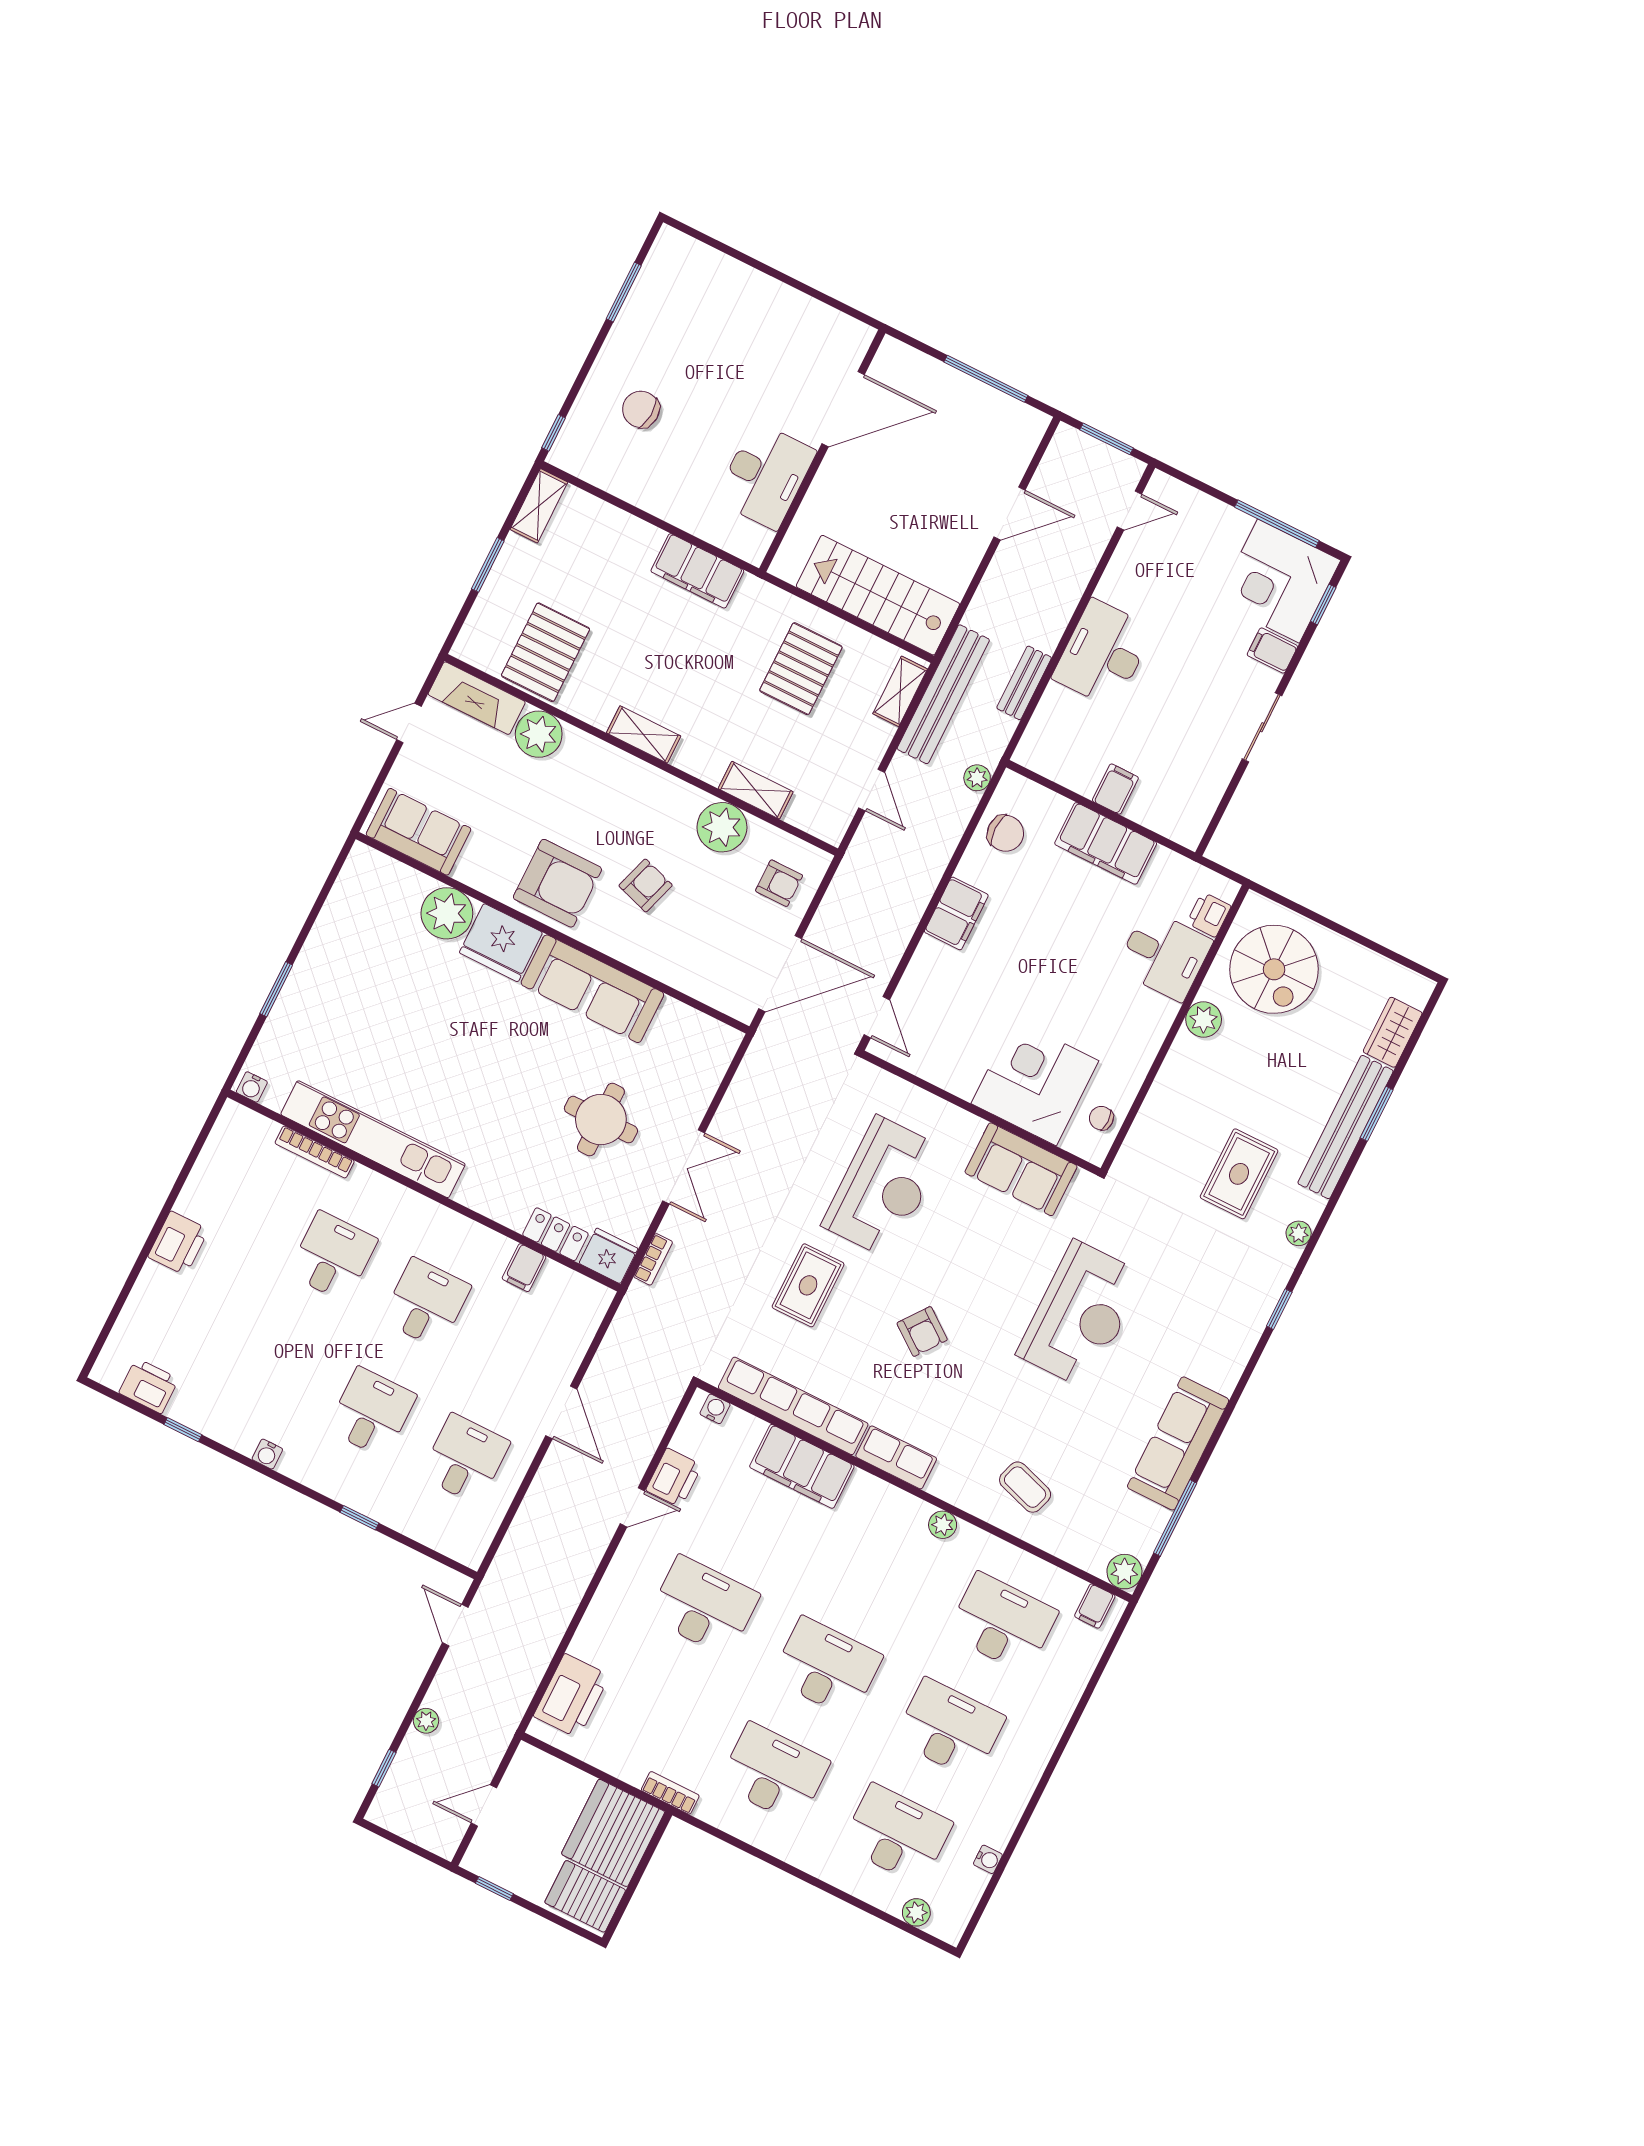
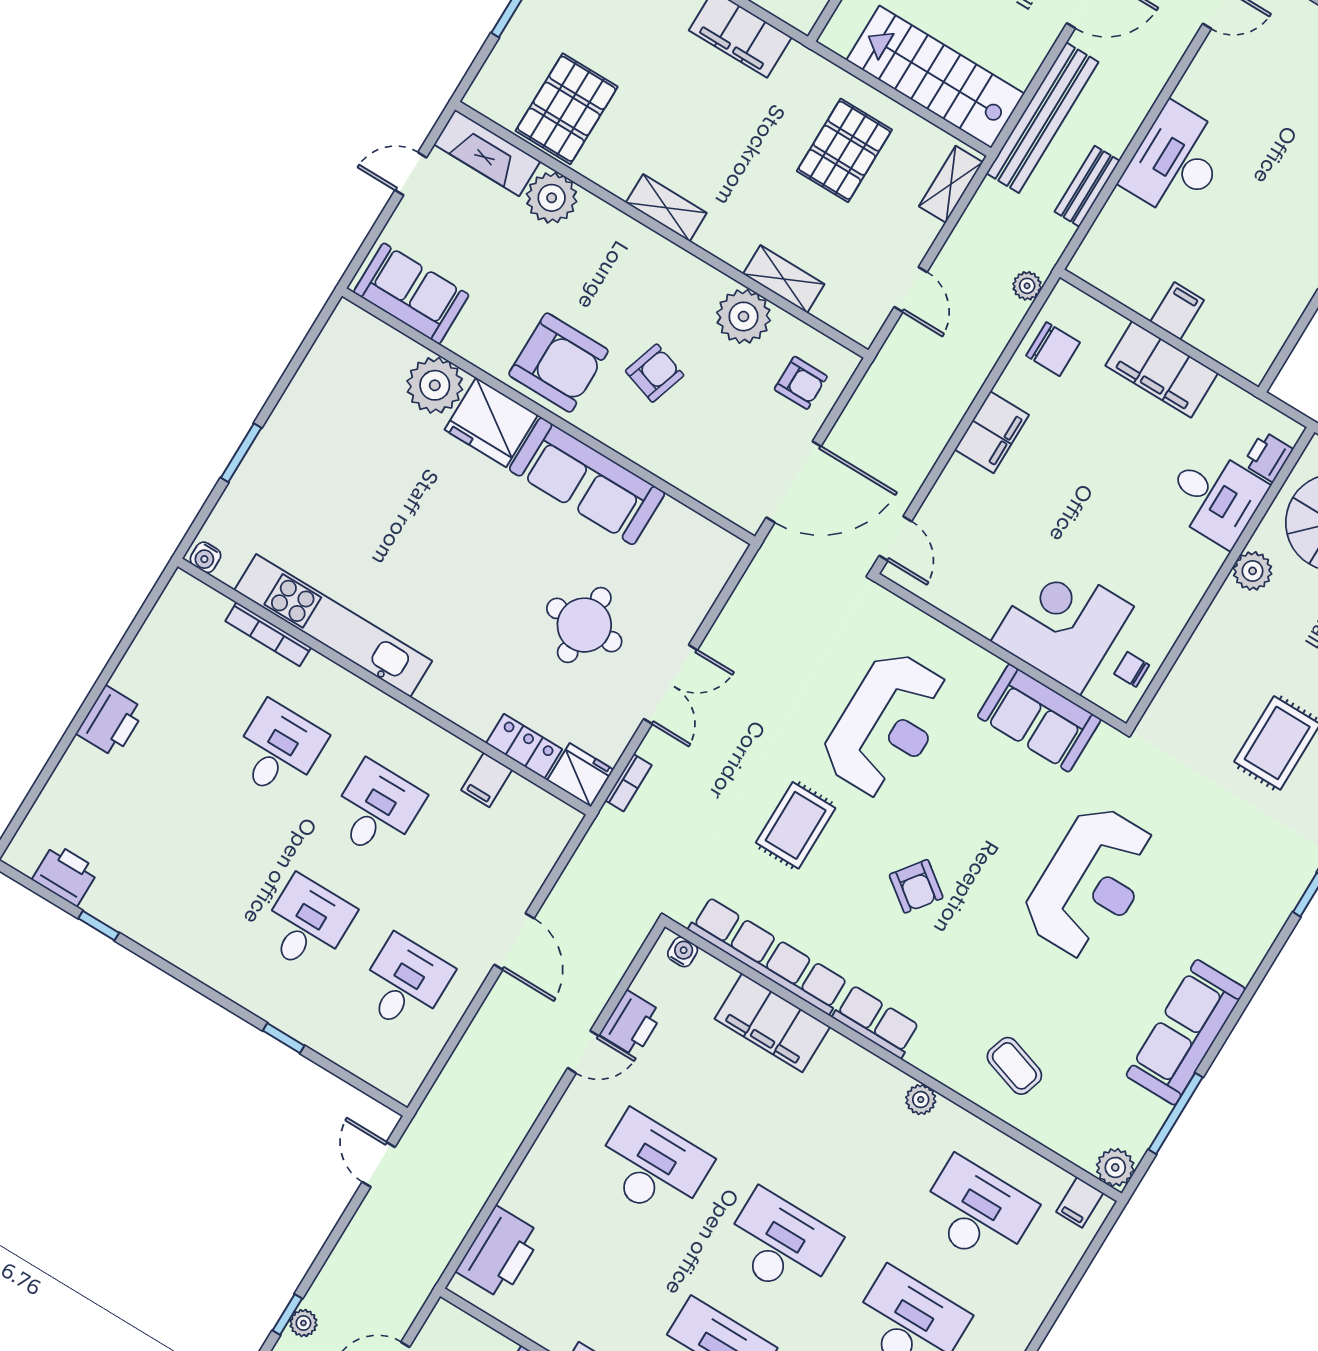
bench: (943, 694) -> (1043, 118), moved
water cooler: (267, 1454) -> (189, 960), removed
plant: (426, 1721) -> (303, 1323), moved

